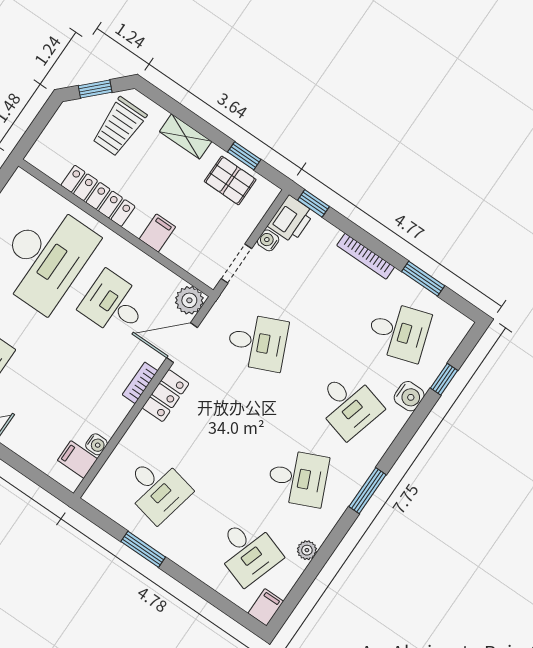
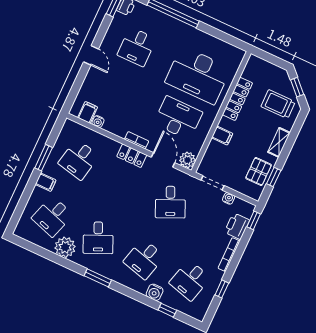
printer: (291, 219) -> (237, 226), moved, turned 90
window: (423, 279) -> (222, 289), width x0.67
desk: (114, 304) -> (178, 118), width x1.37
desk: (399, 332) -> (190, 280), turned 33
plant: (307, 550) -> (65, 247), width x1.88, depth x1.88
filing cabinet: (266, 607) -> (46, 182), moved

